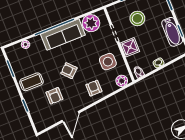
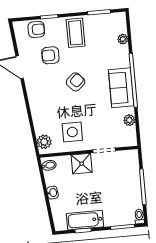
stool: (137, 18) -> (114, 183), removed
plant: (91, 23) -> (129, 120), width x0.53, depth x0.53
sofa: (63, 35) -> (121, 88), width x0.73
armchair: (94, 88) -> (36, 29), moved

